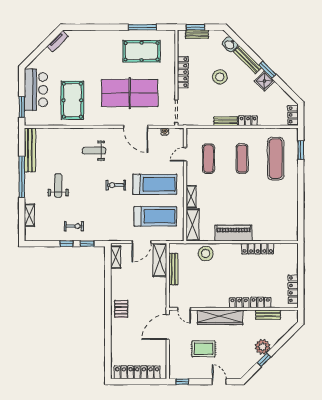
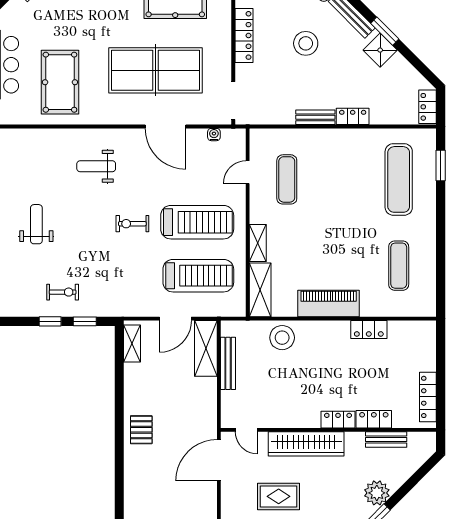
exercise mat: (242, 159) -> (399, 266), moved
locker: (258, 249) -> (369, 329), width x0.66

